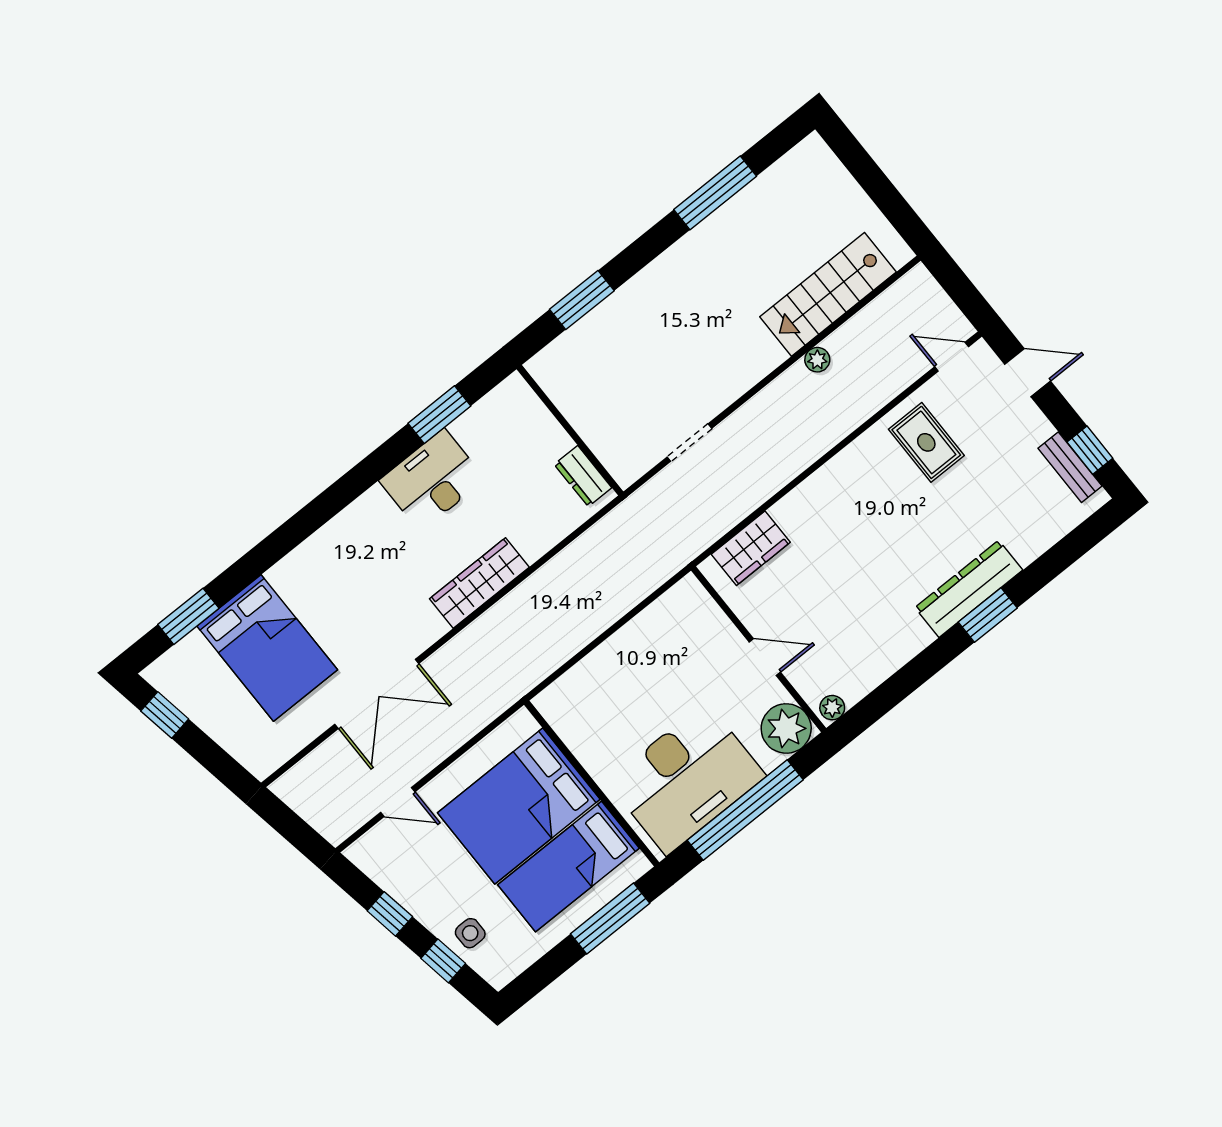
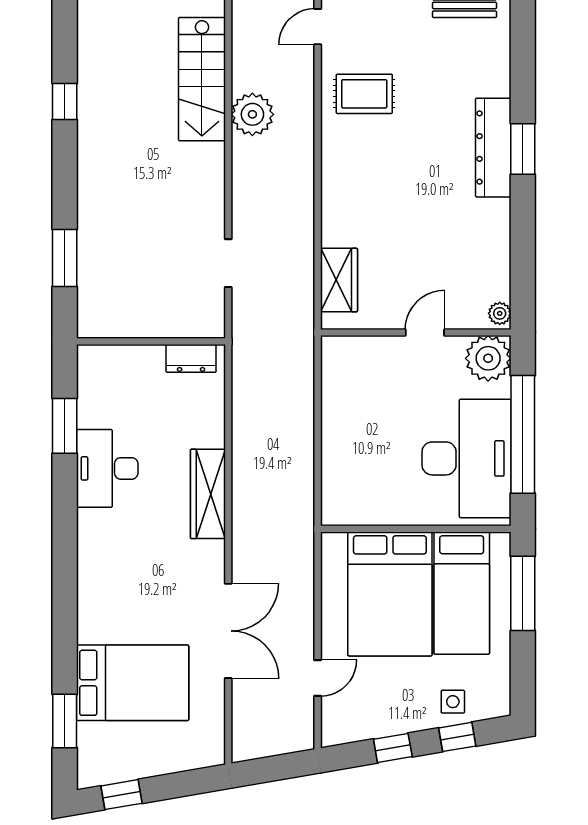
window: (715, 193) -> (65, 101), width x0.46
plant: (817, 360) -> (252, 114), width x1.87, depth x1.87

